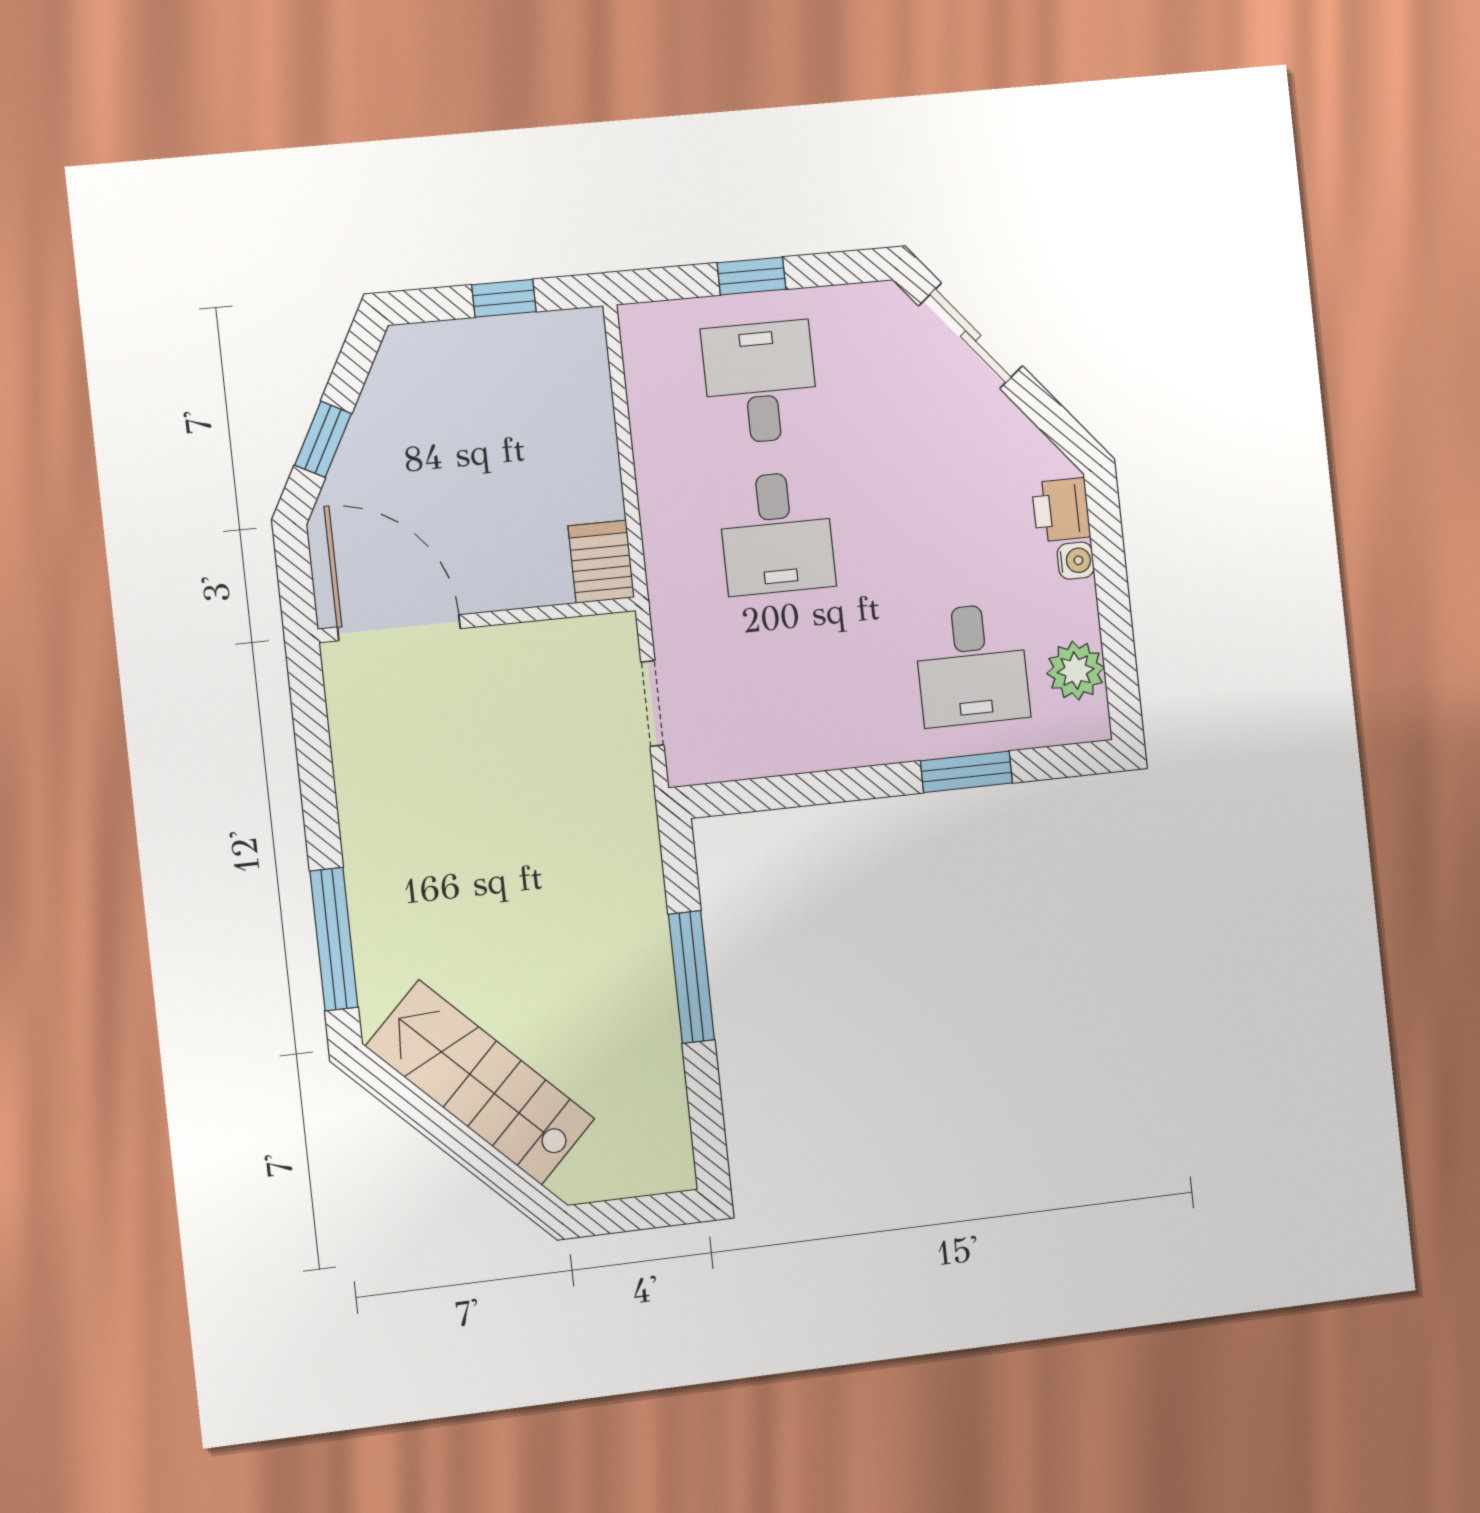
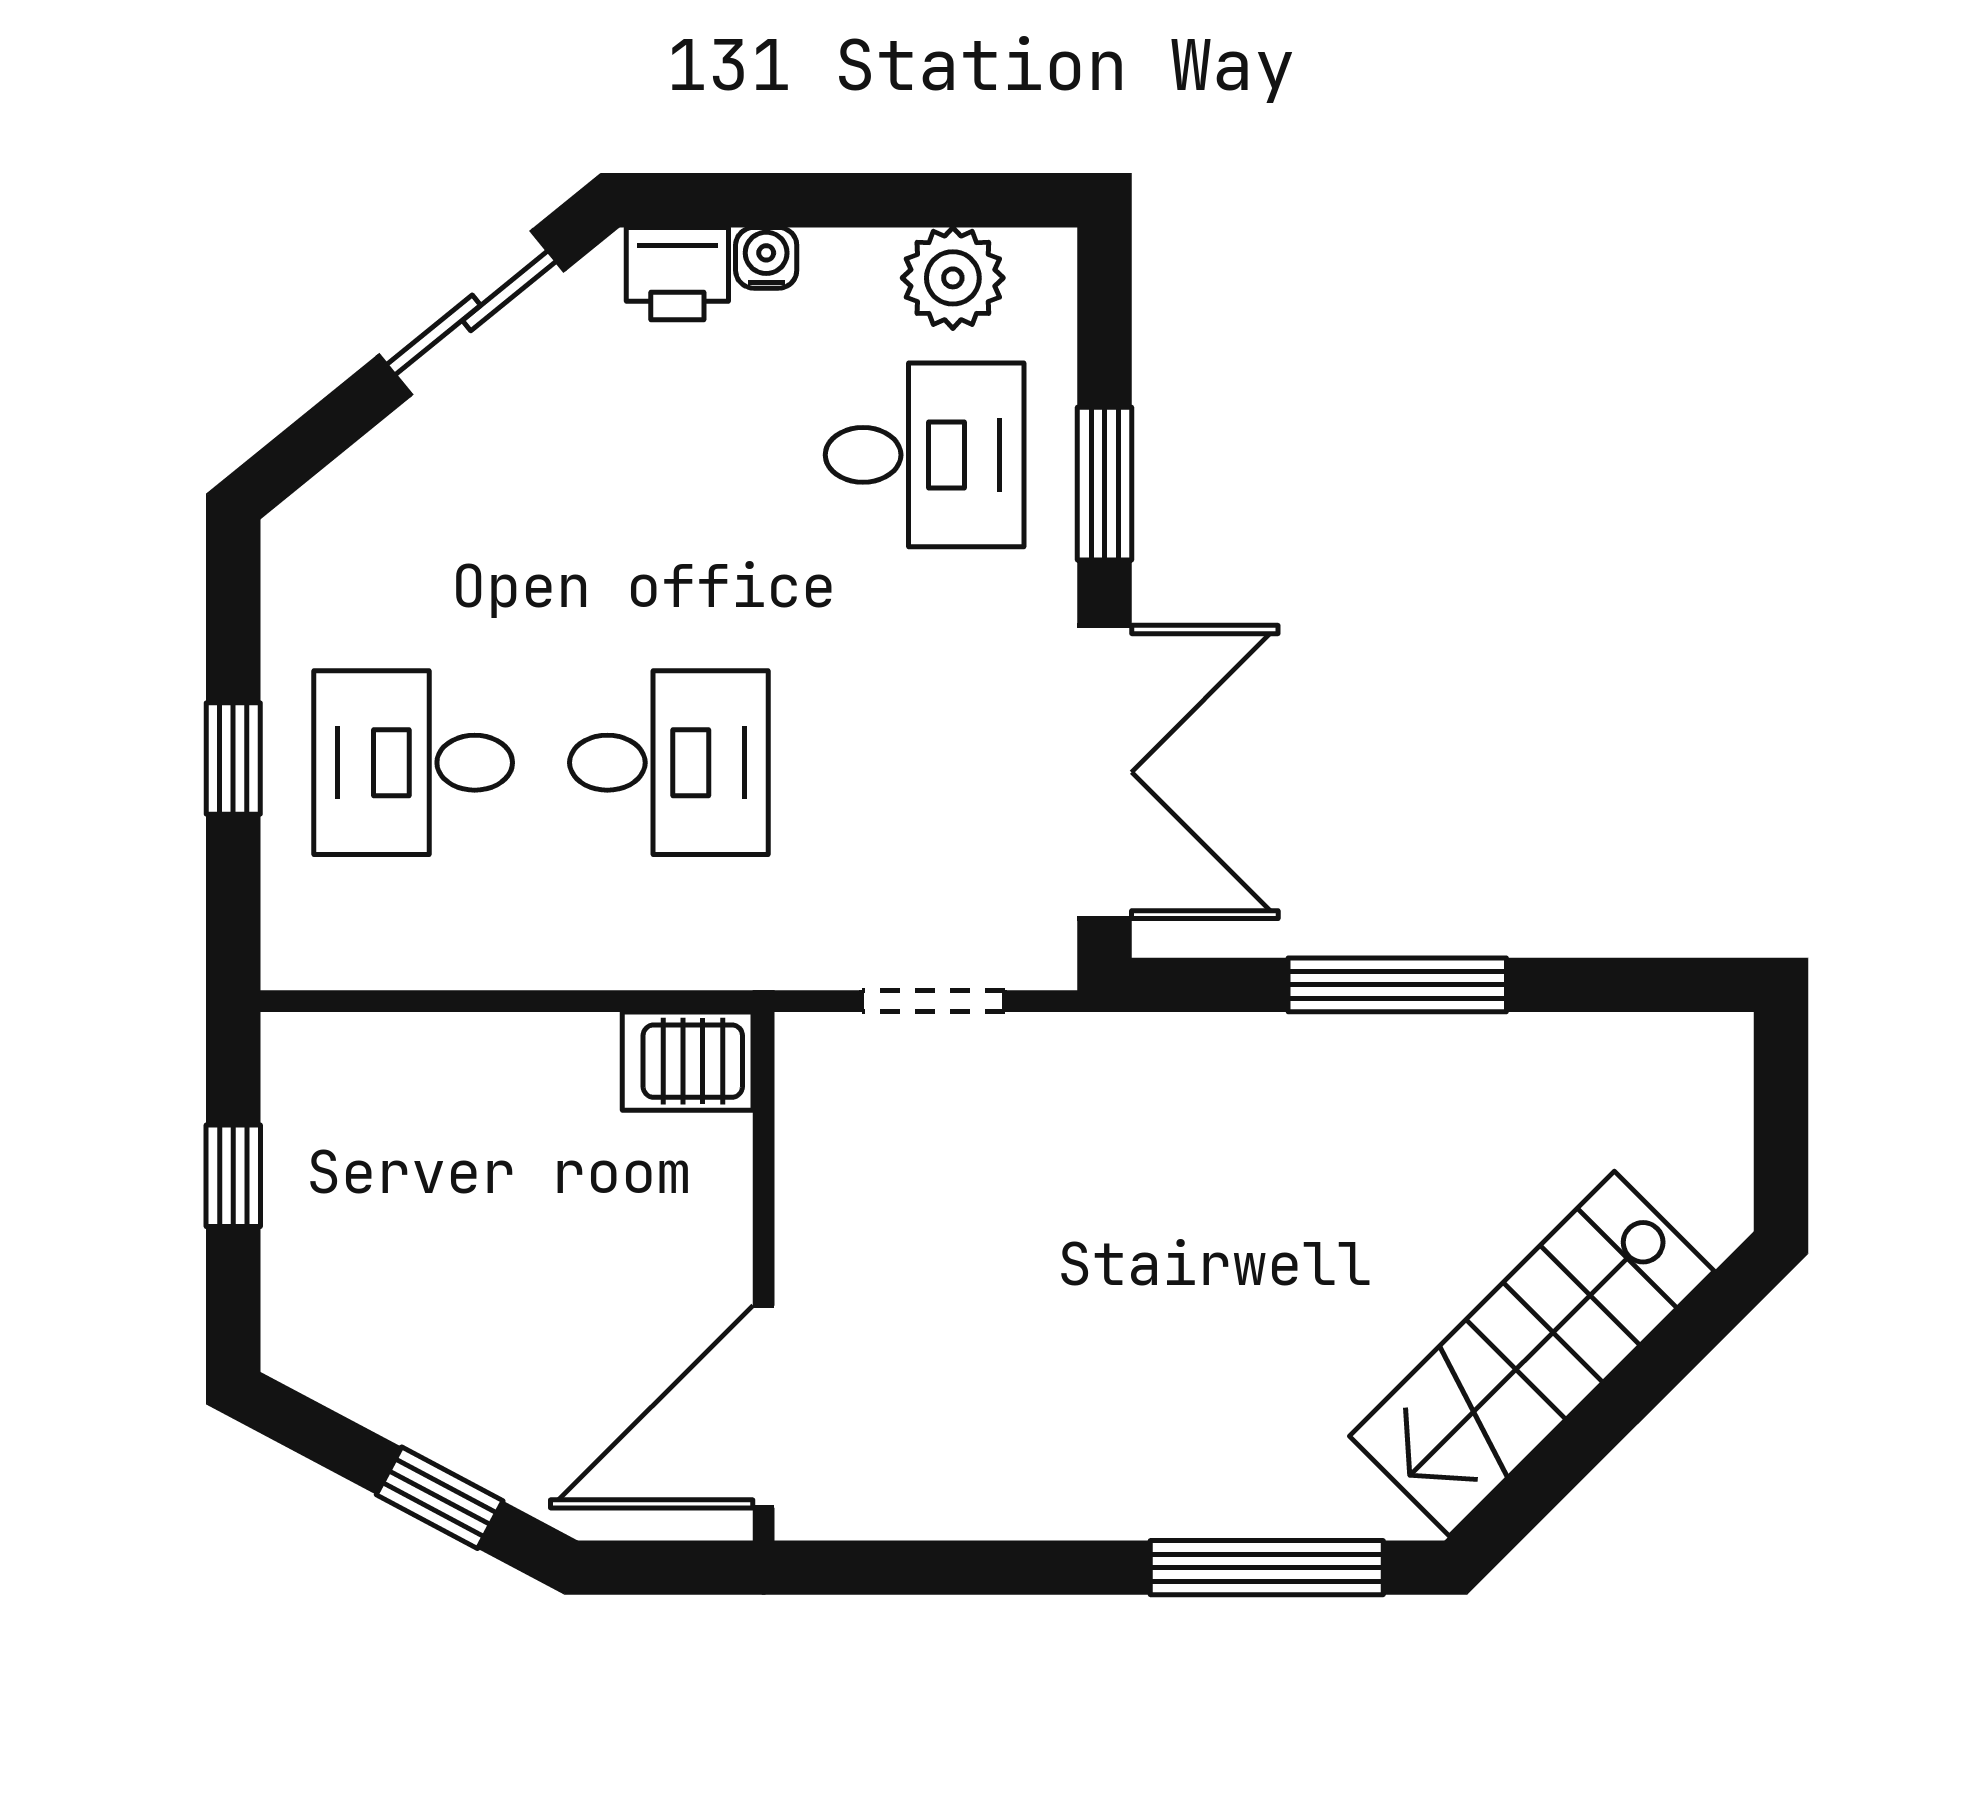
sliding door: (971, 336) -> (471, 313), moved
double door: (798, 790) -> (1105, 772), added

